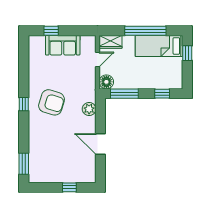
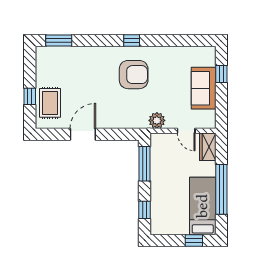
floor lamp: (106, 82) -> (159, 142), removed
armchair: (52, 102) -> (134, 75), turned -107
plant: (89, 109) -> (157, 120), moved
rug: (75, 171) -> (50, 103), added

